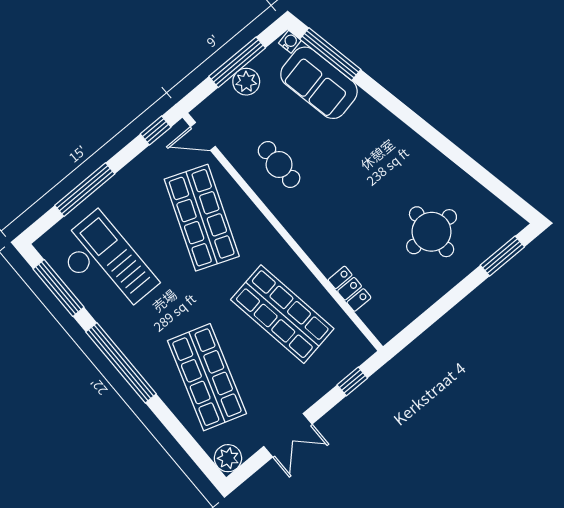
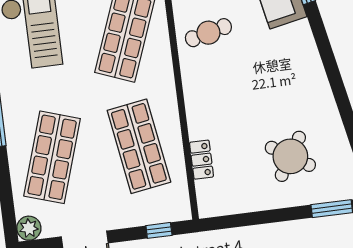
cafe table: (279, 164) -> (208, 33), turned 76
round table: (432, 232) -> (290, 156), turned 32

